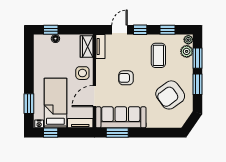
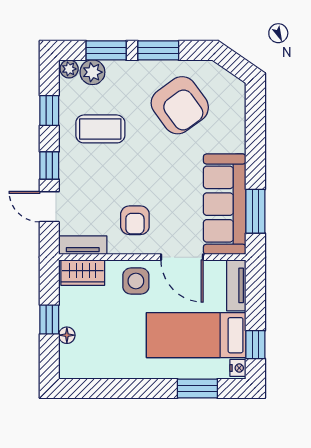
window: (51, 30) -> (49, 320), moved
armchair: (126, 78) -> (135, 220), moved

